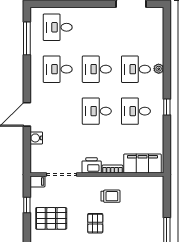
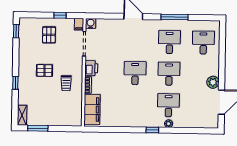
plant: (107, 15) -> (213, 82), added
window: (27, 38) -> (174, 17), moved
window: (167, 107) -> (152, 130), moved
desk: (136, 111) -> (135, 105), removed
water cooler: (36, 138) -> (91, 23), moved
pallet: (51, 218) -> (49, 35), width x0.67, depth x0.71

